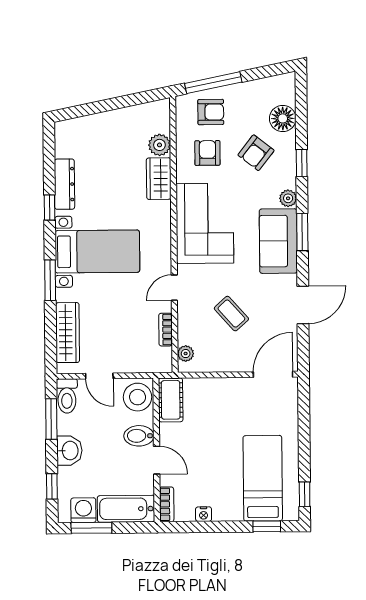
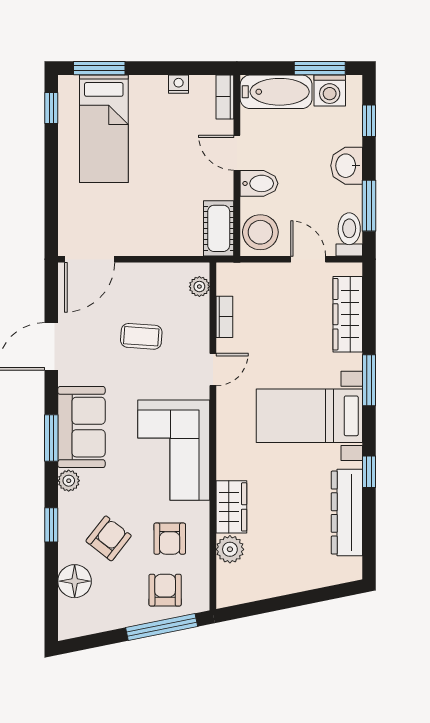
armchair: (211, 112) -> (165, 590), turned 90
dresser: (64, 184) -> (347, 513), width x1.37, depth x1.24
coffee table: (231, 314) -> (141, 336), turned -44
window: (267, 526) -> (99, 68), width x1.50

